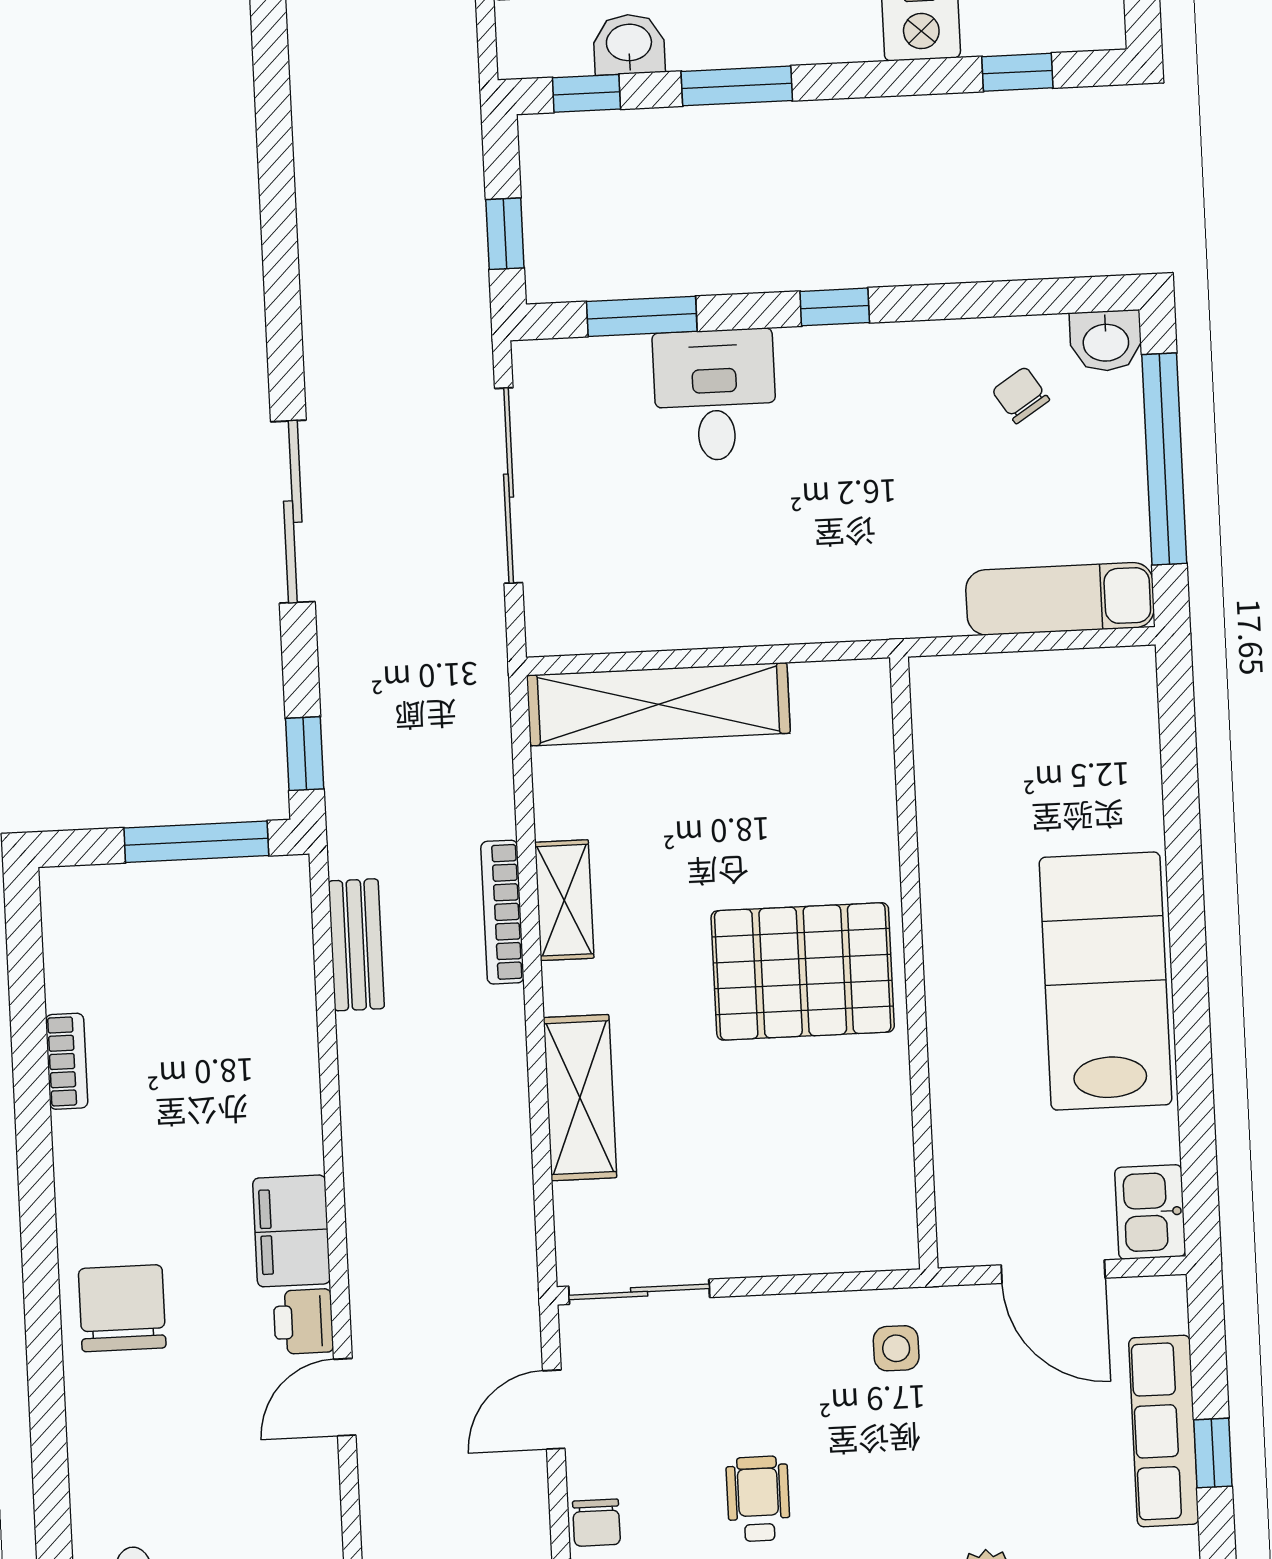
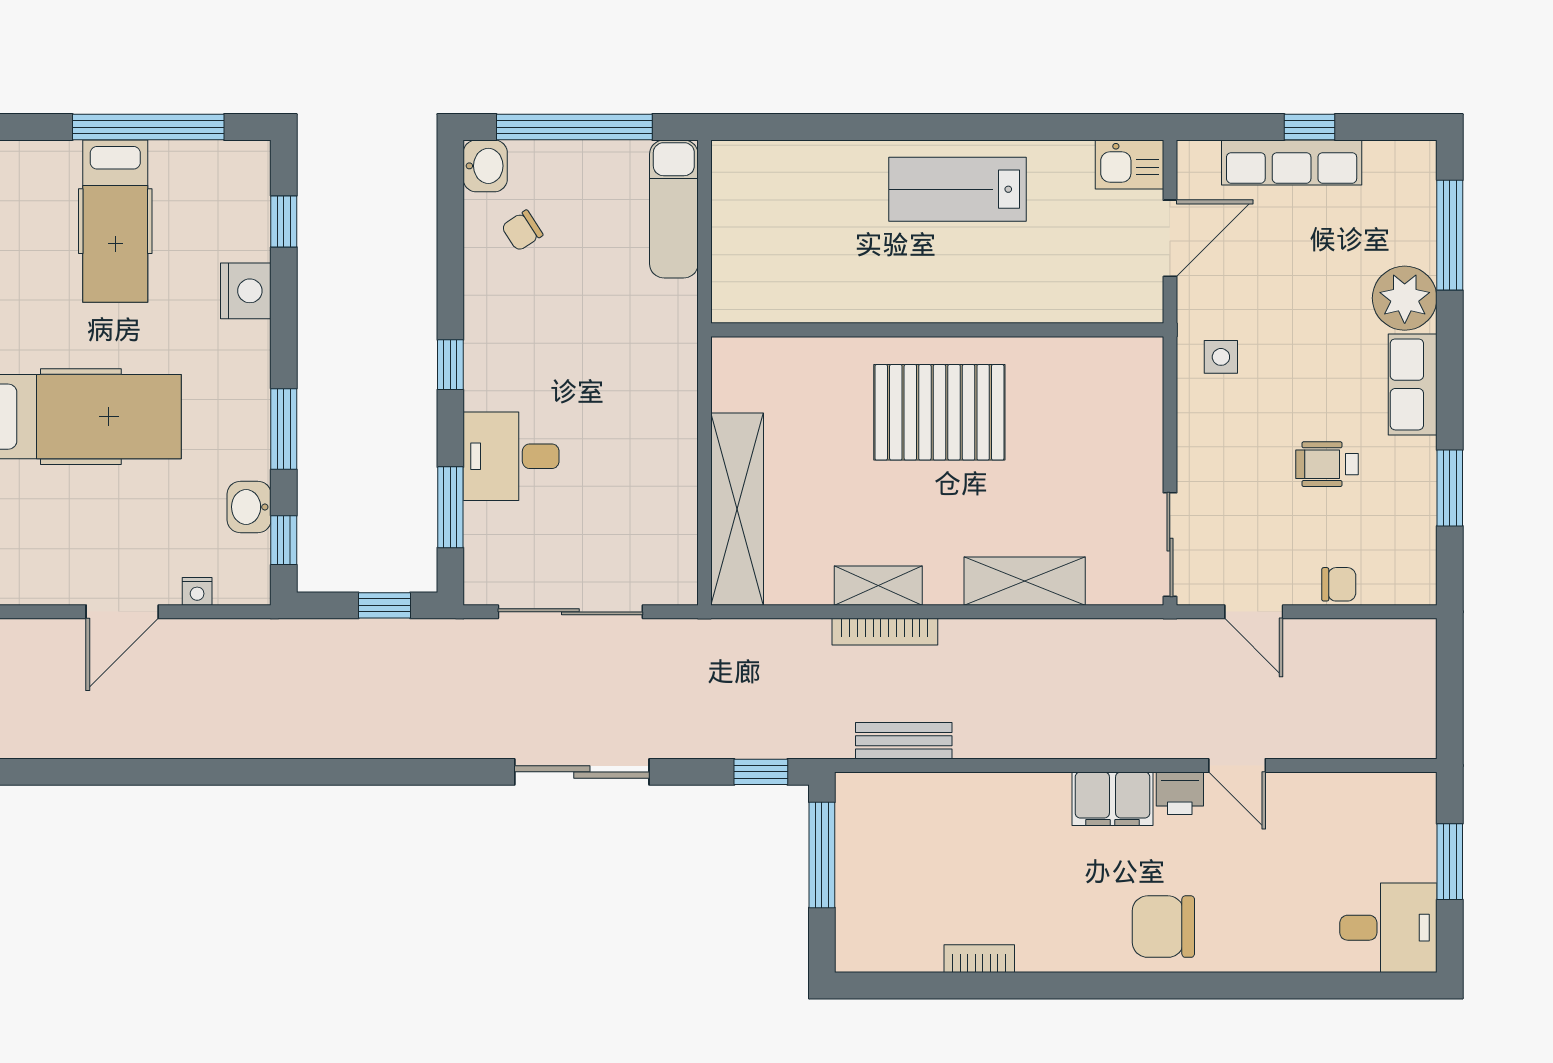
pallet: (803, 971) -> (939, 412), turned 90
lab bench: (1106, 981) -> (957, 189), width x0.73, depth x0.72

